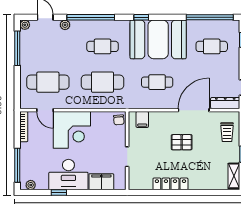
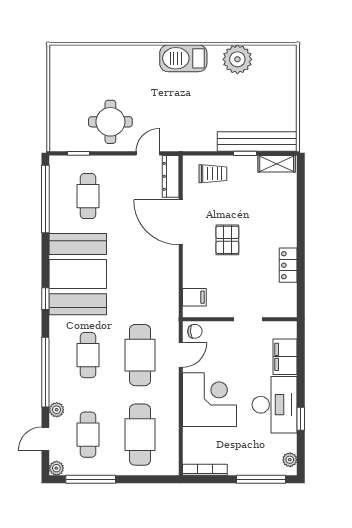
cafe table: (157, 82) -> (88, 435), moved
door: (45, 110) -> (181, 355), moved
locker: (170, 184) -> (288, 265), width x0.66

